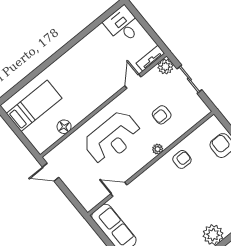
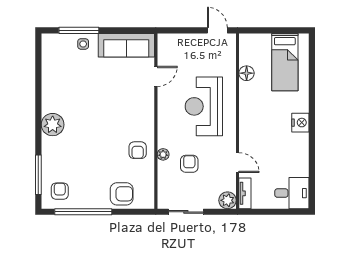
nightstand: (68, 60) -> (300, 123), added
sliding door: (189, 79) -> (186, 212), moved
plant: (158, 149) -> (163, 154), moved
door: (51, 172) -> (217, 30), hinge flipped

